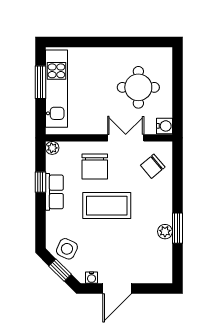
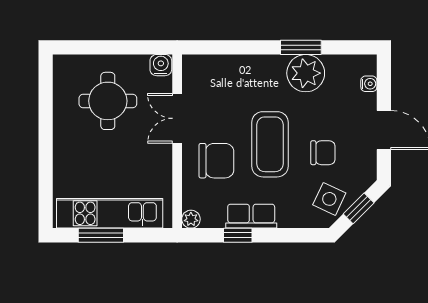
chair: (153, 166) -> (323, 153), moved, turned -50
plant: (165, 232) -> (306, 73), width x1.87, depth x1.87
water cooler: (92, 278) -> (369, 84), moved

